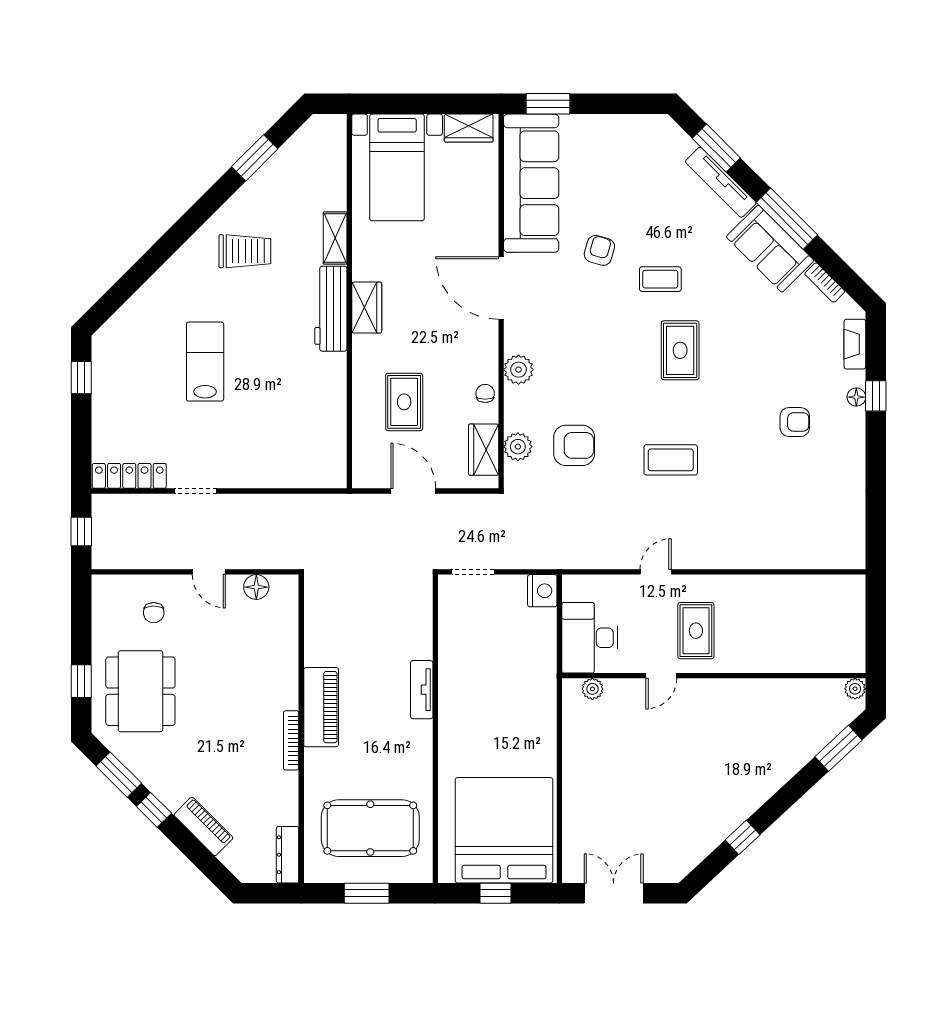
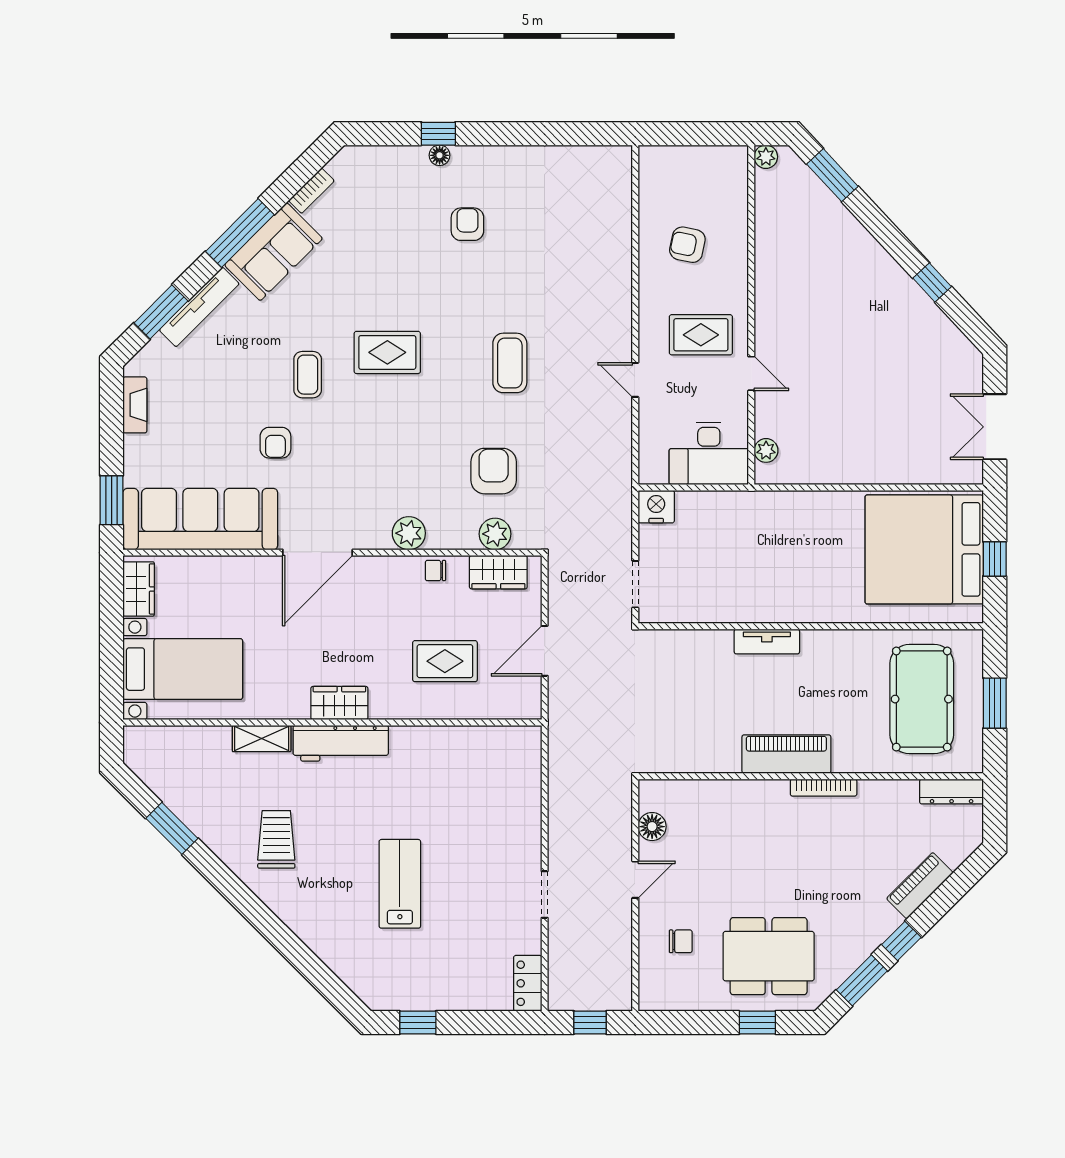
armchair: (599, 250) -> (275, 443), turned -106
fireplace: (855, 344) -> (135, 405), moved, turned -90
lab bench: (205, 362) -> (400, 884), turned 90
locker: (129, 476) -> (528, 983), width x0.66
armchair: (776, 619) -> (687, 245), added

